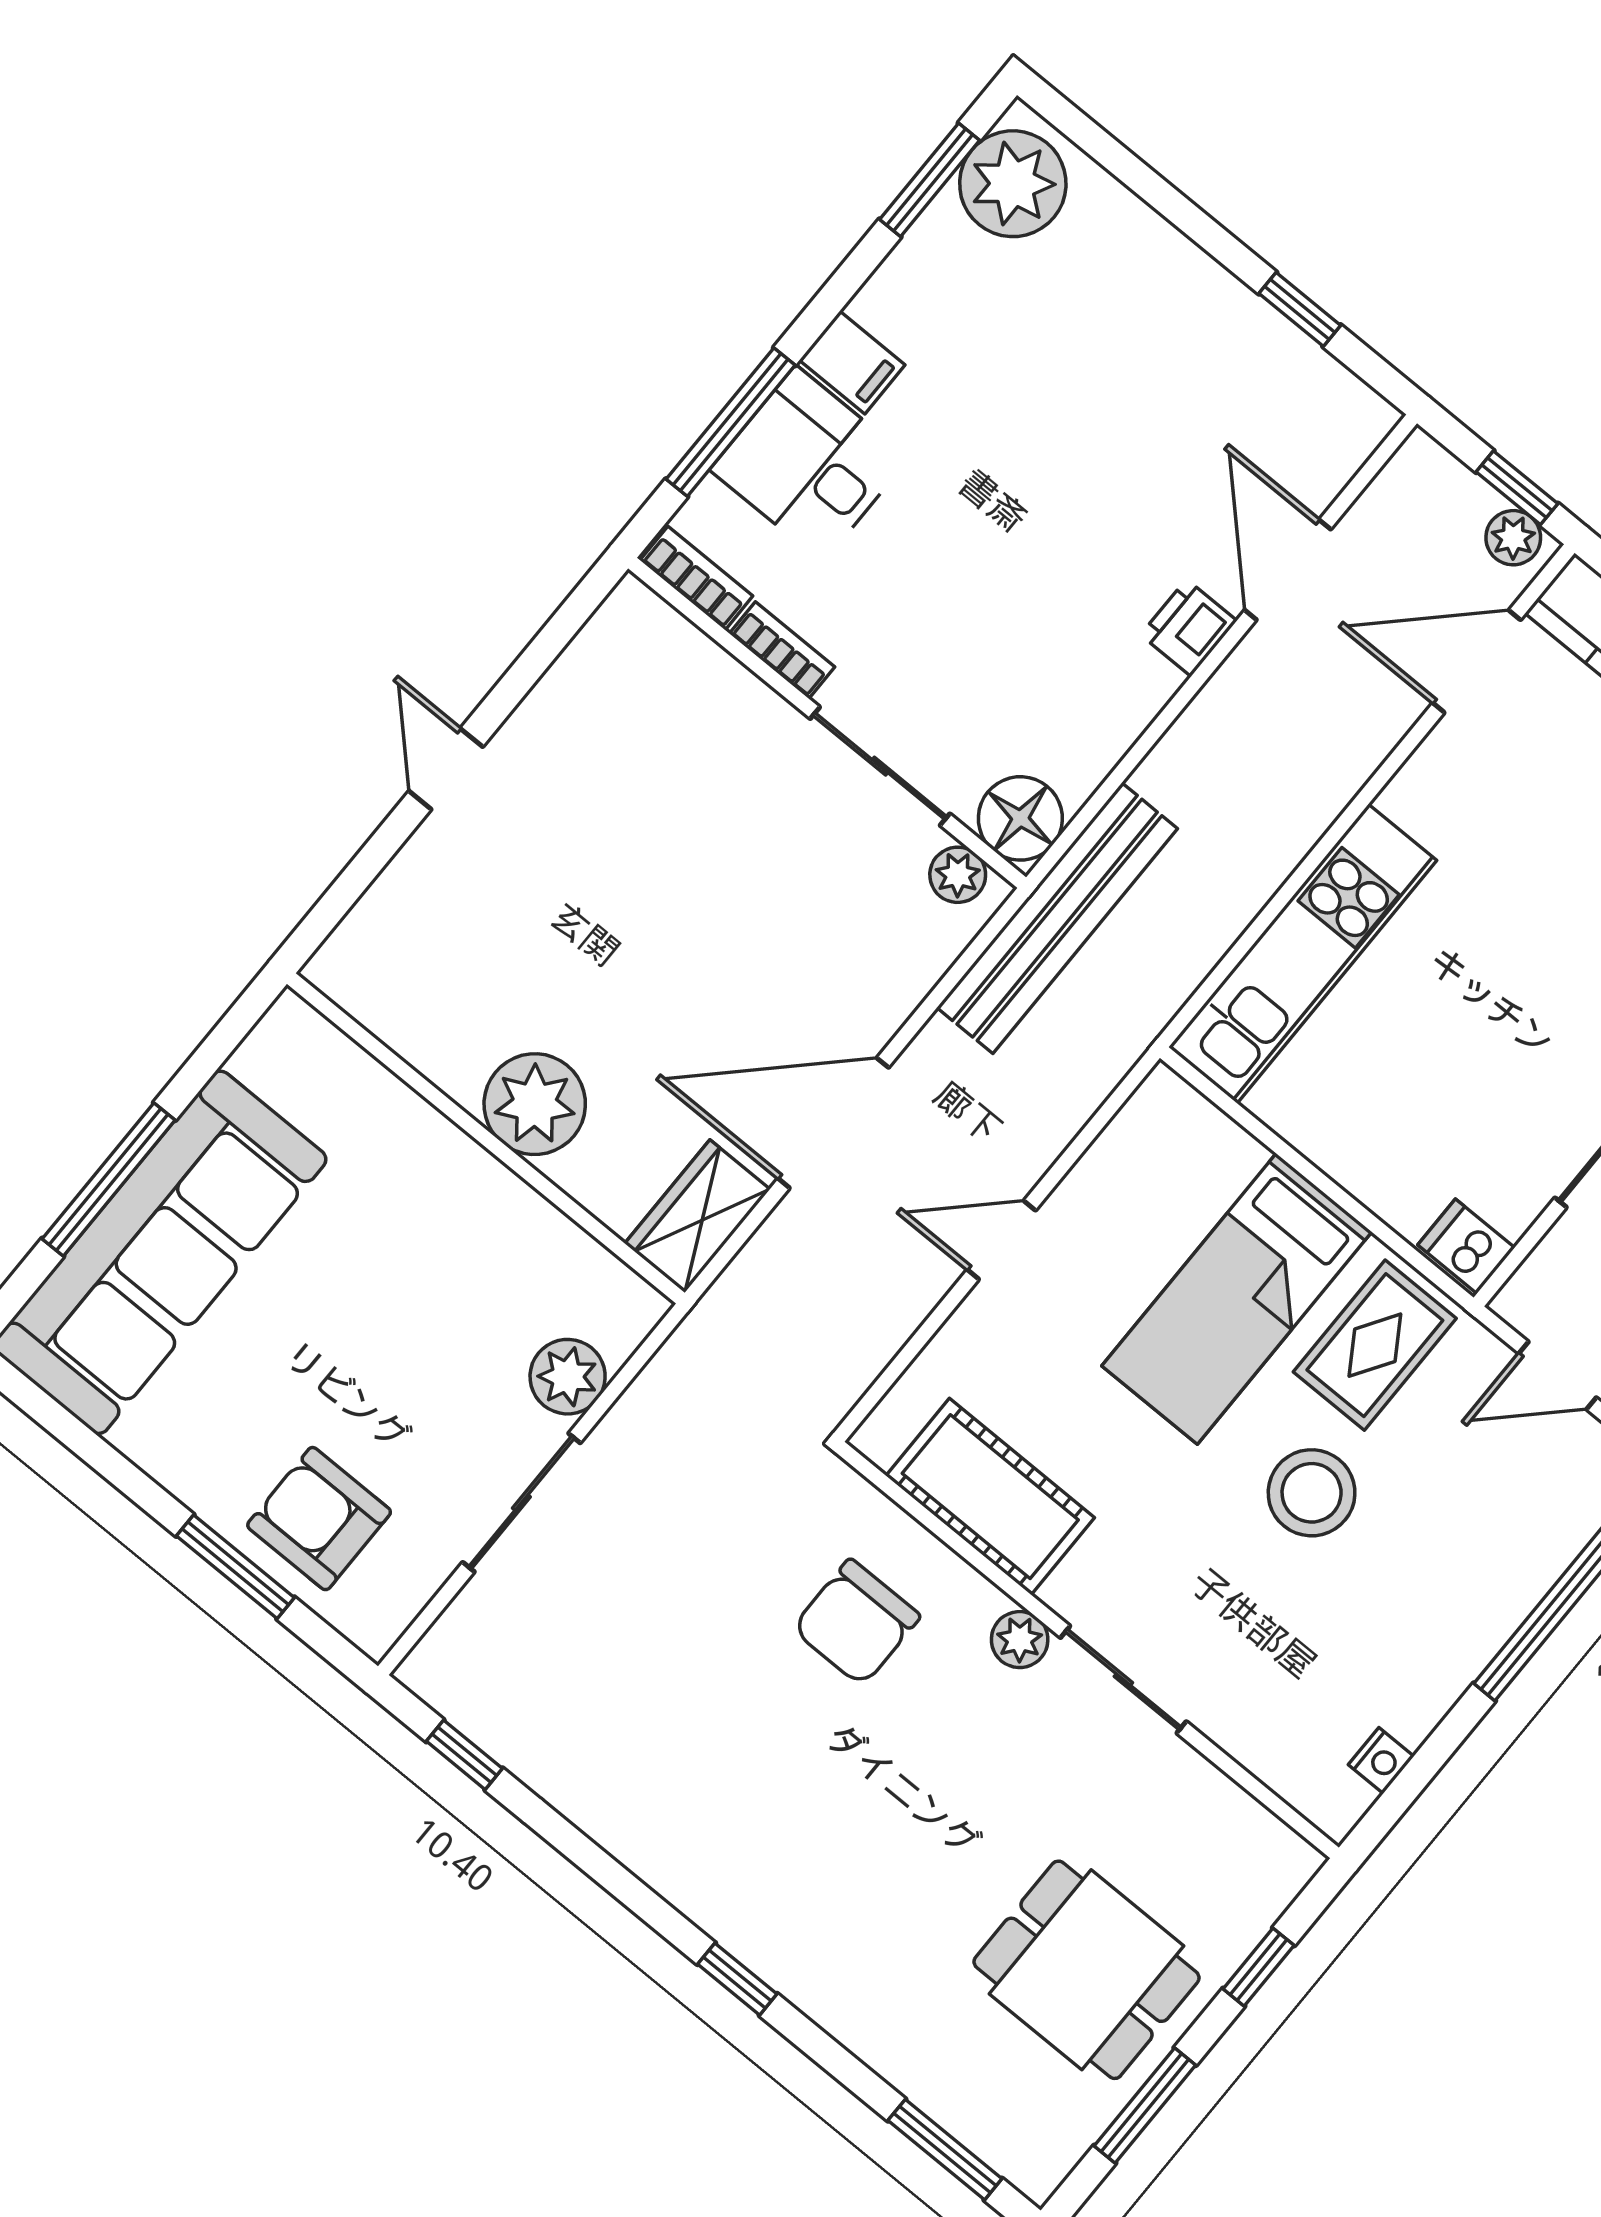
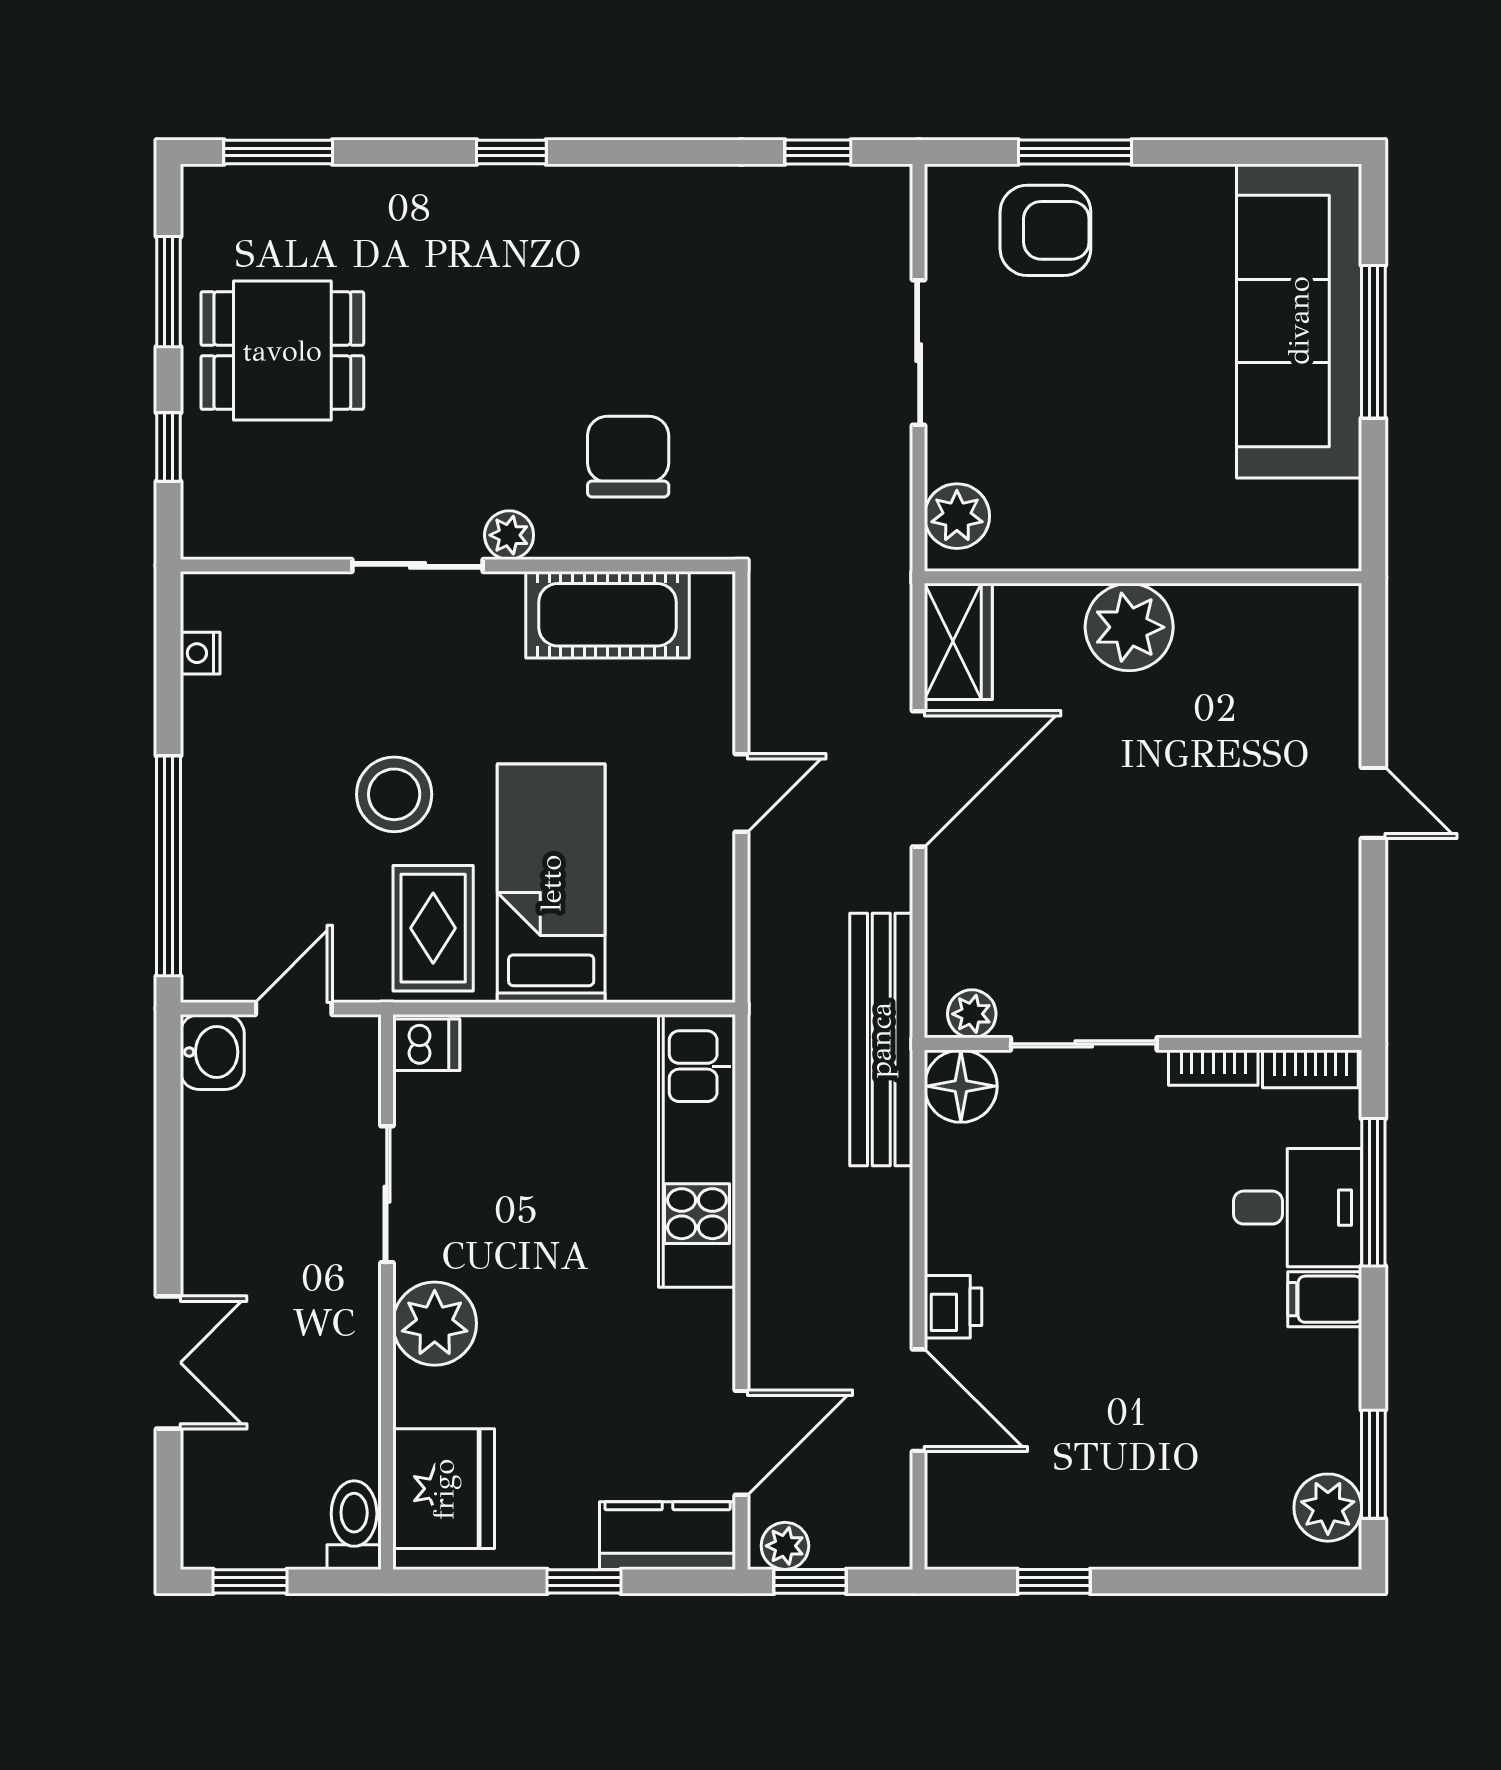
plant: (1013, 184) -> (1328, 1508), width x0.73, depth x0.73
plant: (568, 1377) -> (957, 516), moved

